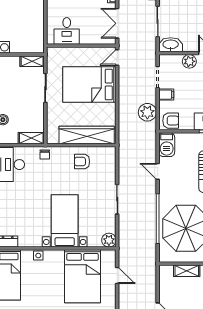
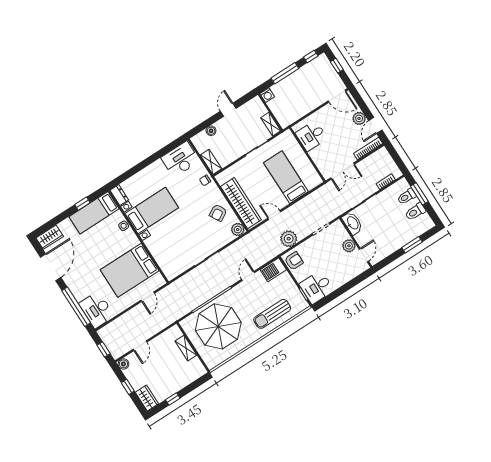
double door: (117, 23) -> (342, 171), swing flipped
door: (117, 57) -> (274, 215), moved
bed: (89, 84) -> (286, 177), width x0.67
filing cabinet: (166, 95) -> (312, 244), removed
armchair: (171, 121) -> (294, 261), turned -90
armchair: (82, 162) -> (218, 213), turned -120
bed with nightstands: (65, 221) -> (152, 211), moved
plant: (109, 240) -> (238, 230), moved

